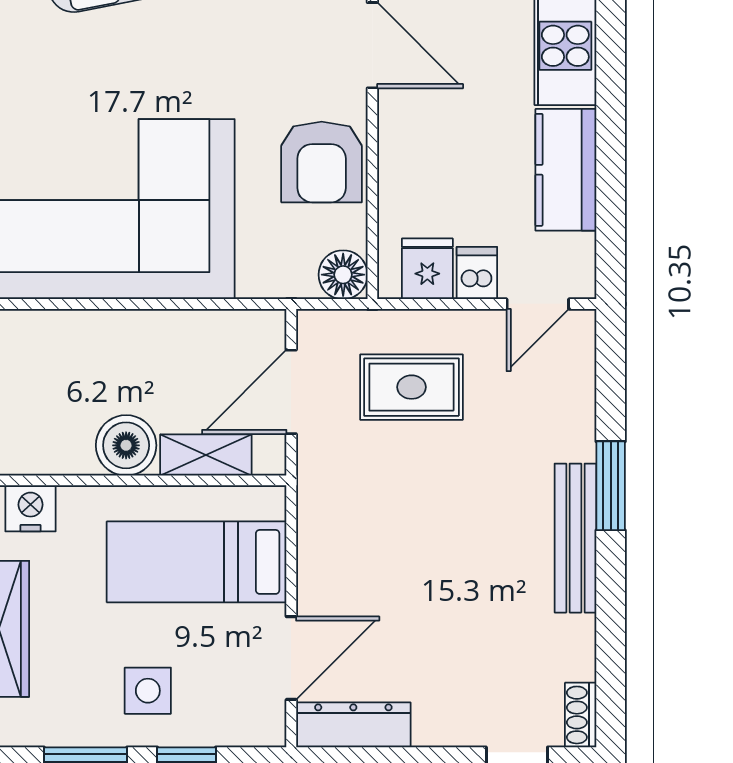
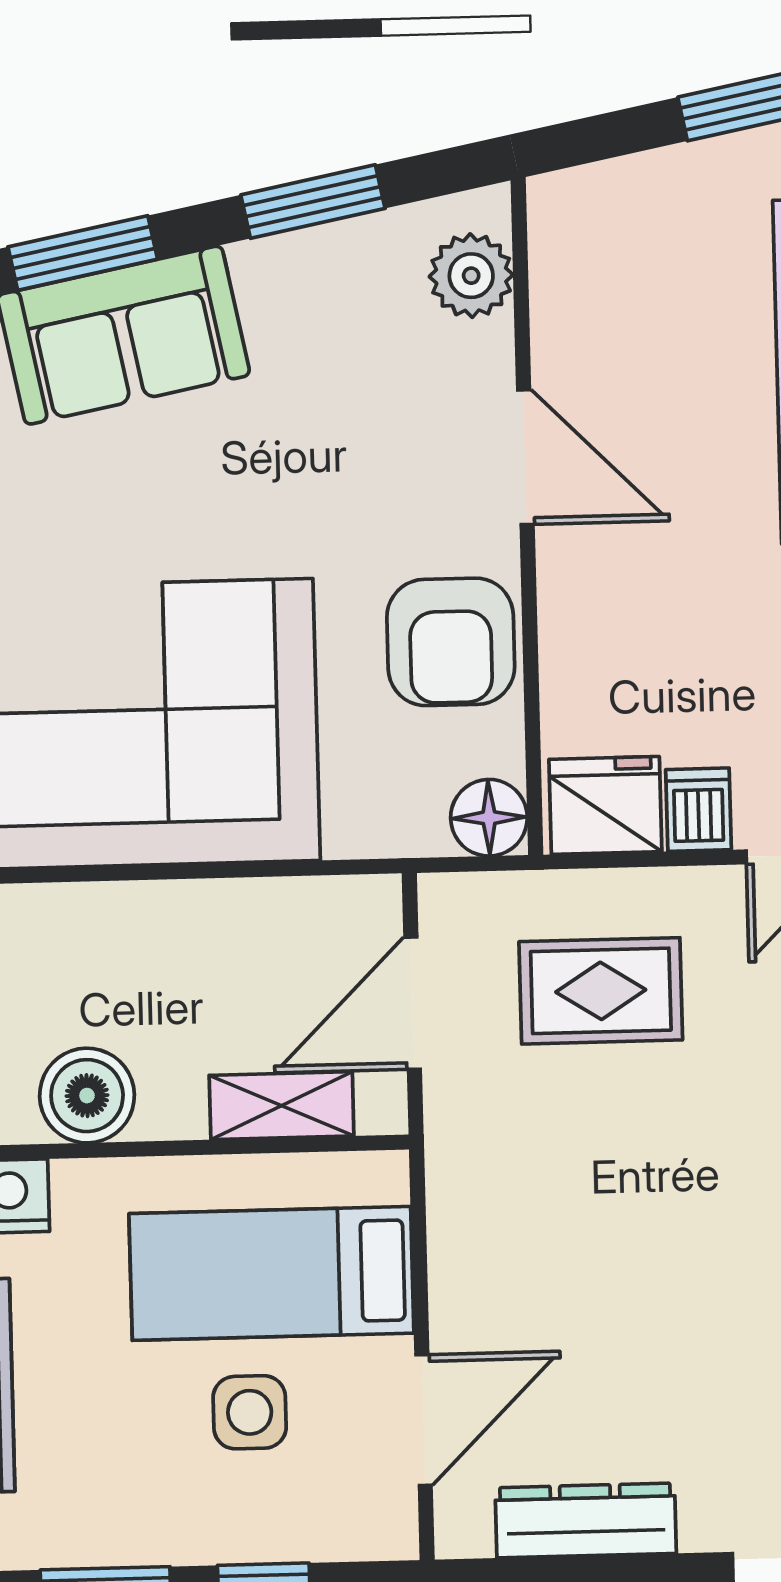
fridge: (427, 269) -> (605, 805), width x1.38
boiler: (126, 445) -> (87, 1096), moved
side table: (148, 691) -> (250, 1412), moved
dresser: (353, 725) -> (586, 1520), moved

